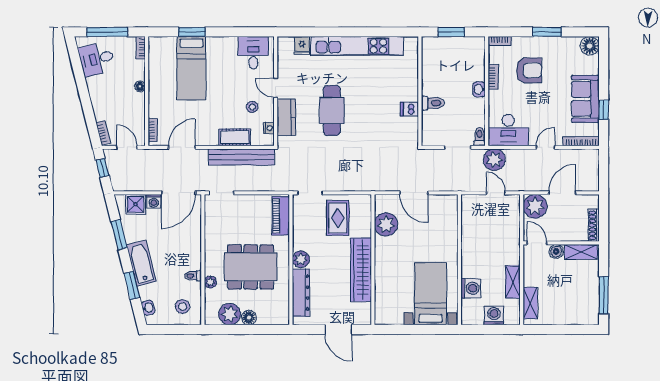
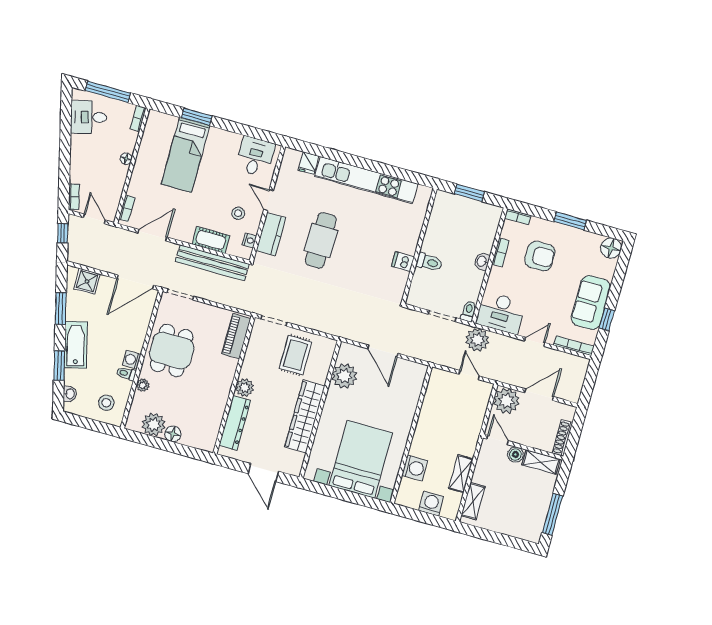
washing machine: (154, 201) -> (132, 360), moved, turned 90
dining table: (251, 267) -> (172, 351), moved, width x0.73
bed with nightstands: (430, 294) -> (361, 459), width x1.36

